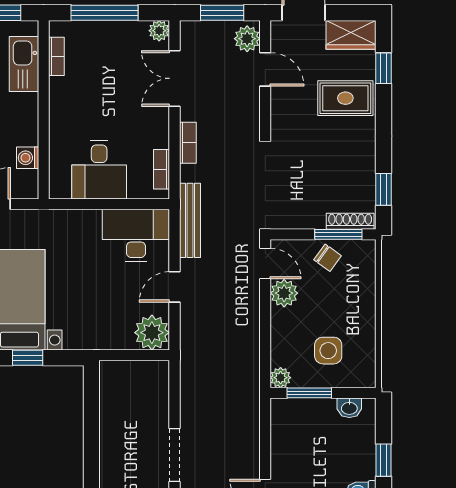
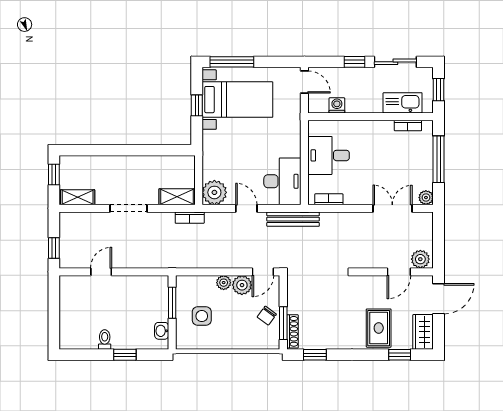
window: (222, 13) -> (439, 242), removed
bookcase: (188, 143) -> (190, 218), moved
plant: (281, 378) -> (224, 283), moved
shelving: (158, 386) -> (177, 197), added

